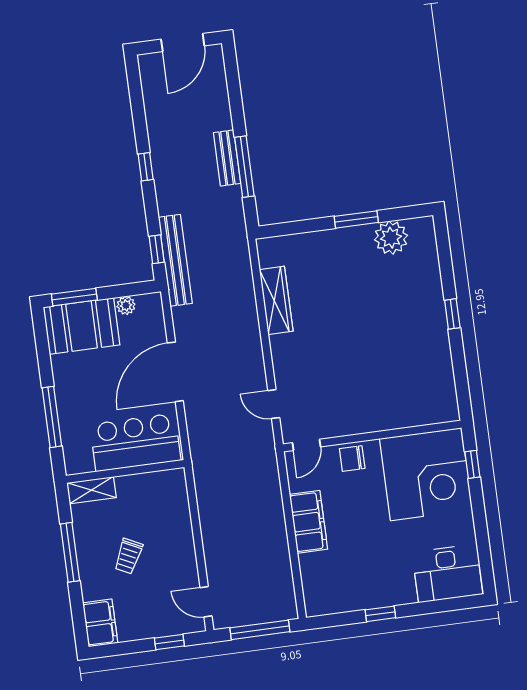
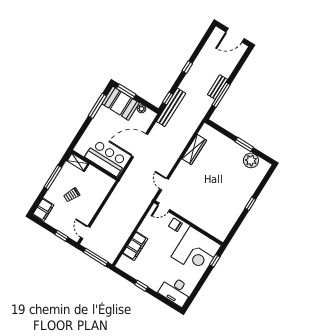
window: (52, 417) -> (97, 106), moved
filing cabinet: (309, 522) -> (135, 246), moved

